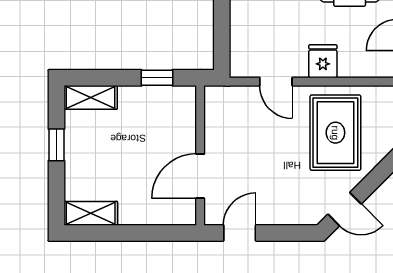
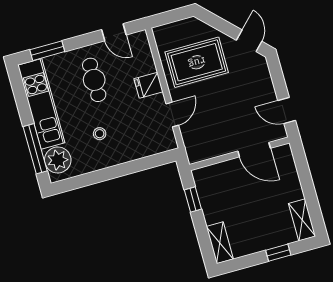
window: (56, 145) -> (278, 253), moved

